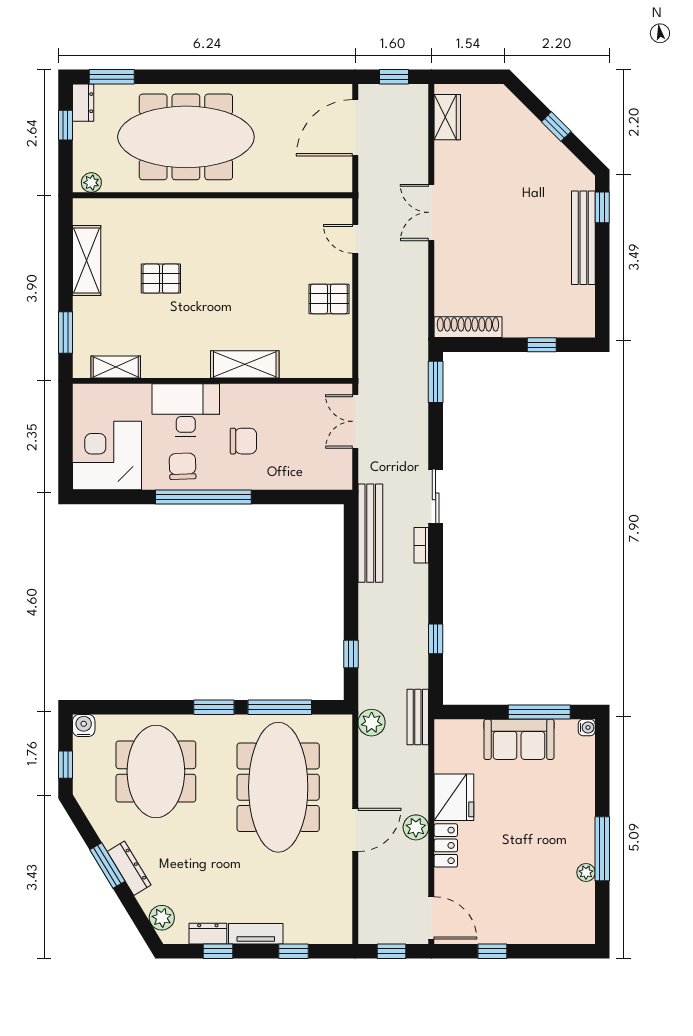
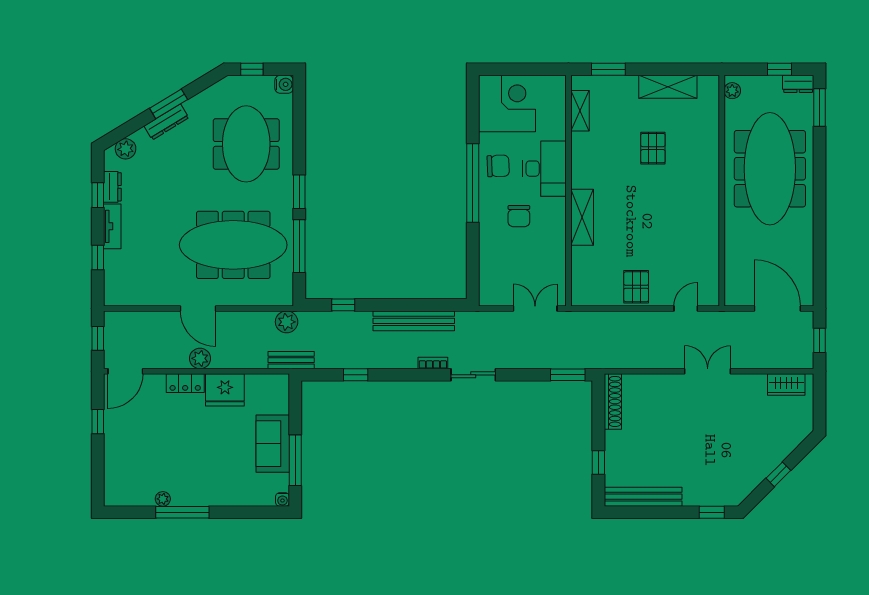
bench: (583, 238) -> (643, 497), moved
bench: (370, 533) -> (414, 321), moved
meeting table: (156, 771) -> (246, 144), turned 90

